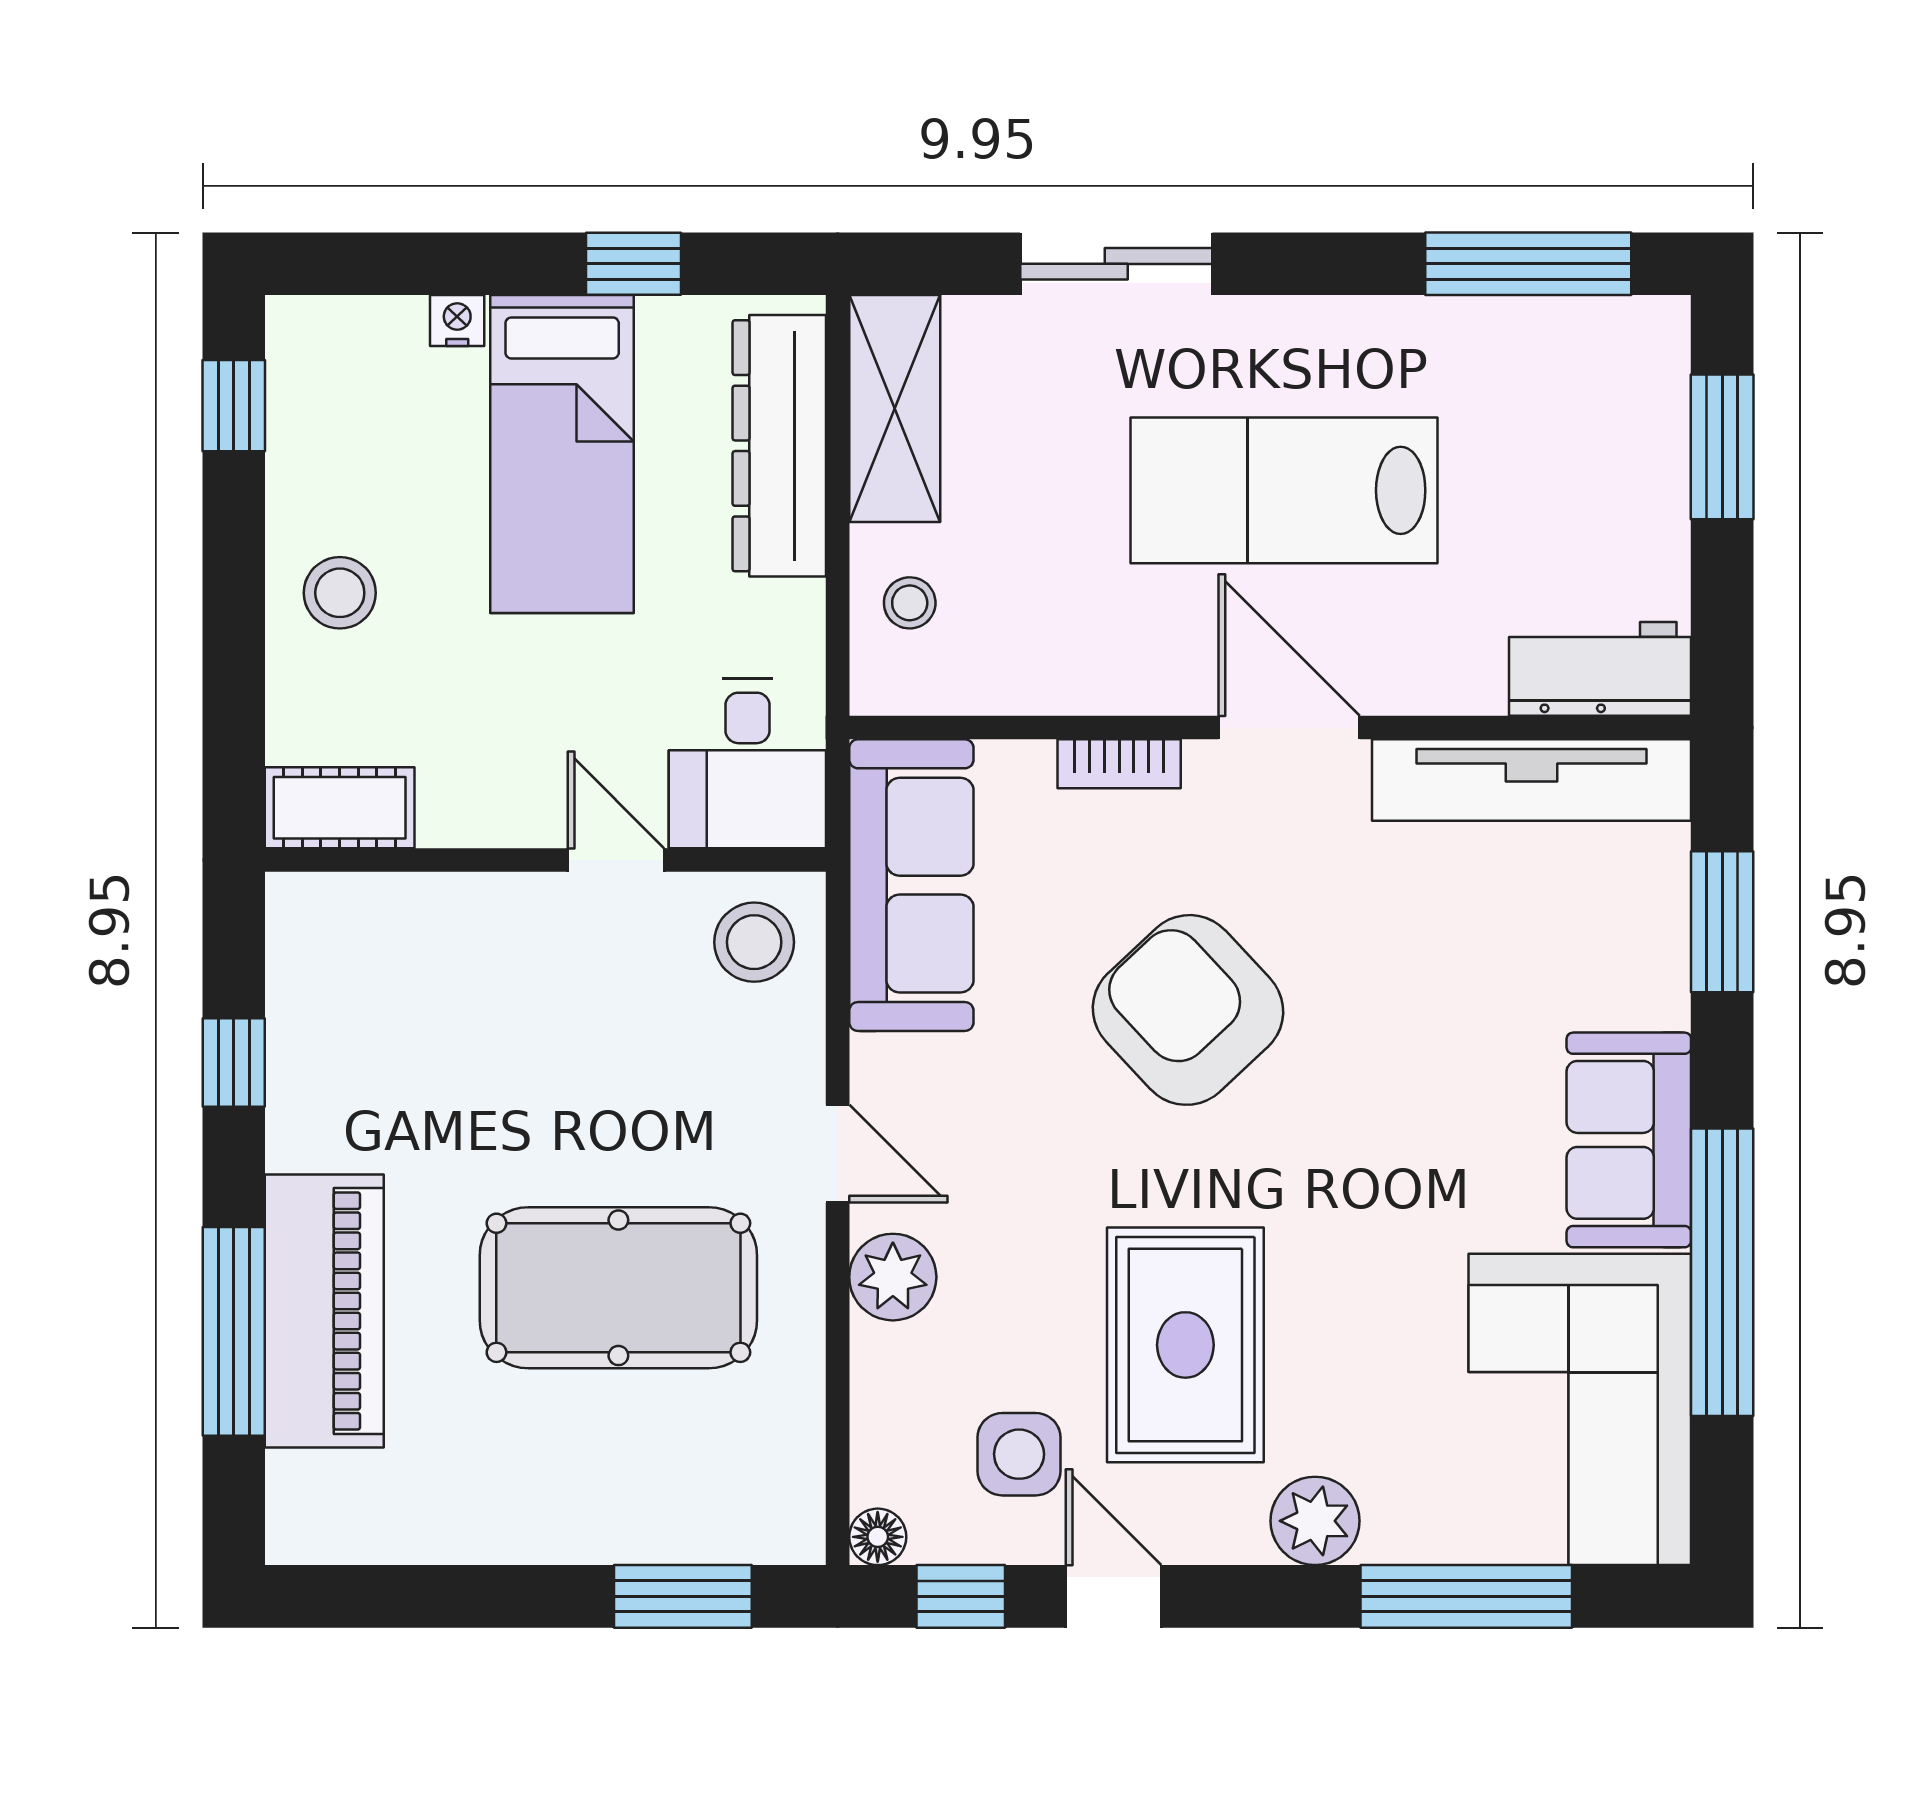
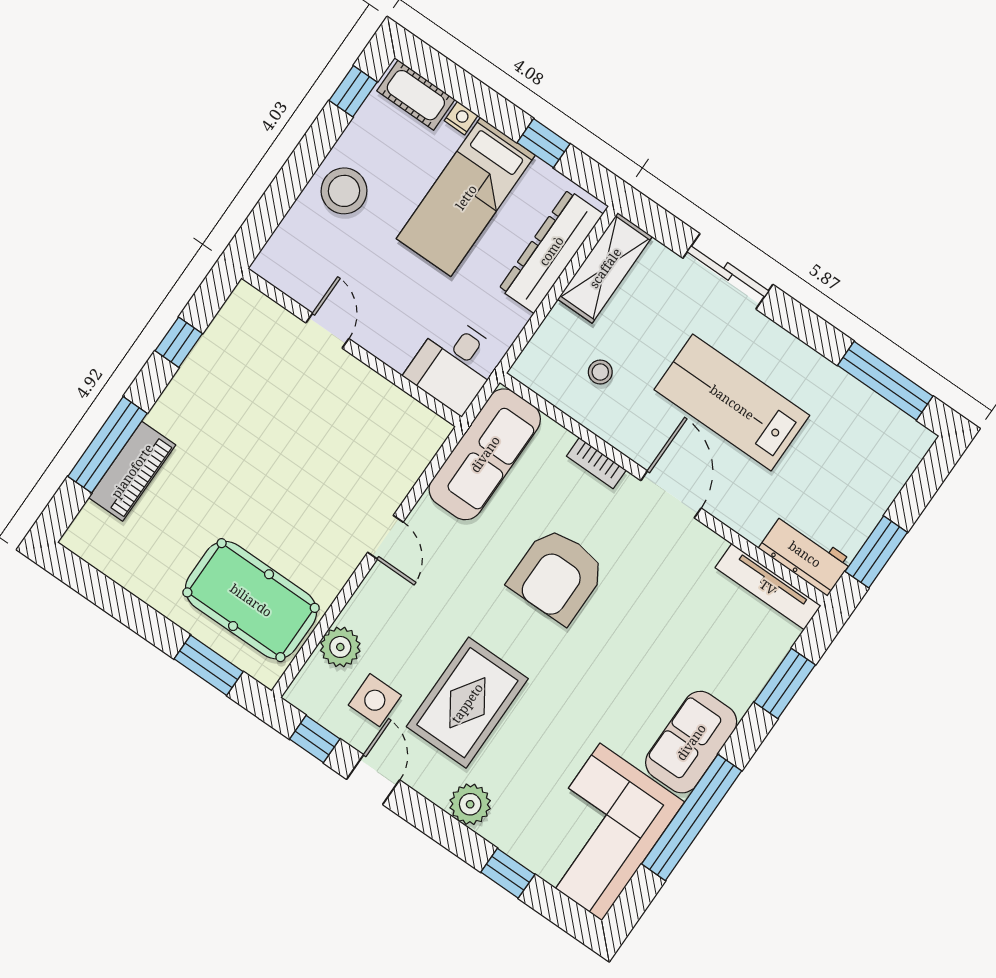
window: (1722, 447) -> (876, 552), moved
stool: (340, 593) -> (344, 191), width x1.38, depth x1.38
stool: (910, 603) -> (600, 372), moved
tv unit: (1532, 780) -> (768, 587), width x0.73, depth x0.78
cot: (340, 808) -> (416, 95), moved
door: (616, 860) -> (327, 331), moved
stool: (754, 942) -> (410, 434), removed
armchair: (1188, 1010) -> (557, 575), turned -137
plant: (893, 1277) -> (340, 647), moved
pool table: (618, 1288) -> (251, 600), moved
piano: (324, 1311) -> (132, 471), width x0.73, depth x0.75
floor lamp: (878, 1537) -> (299, 694), removed
window: (1466, 1596) -> (508, 873), width x0.46

